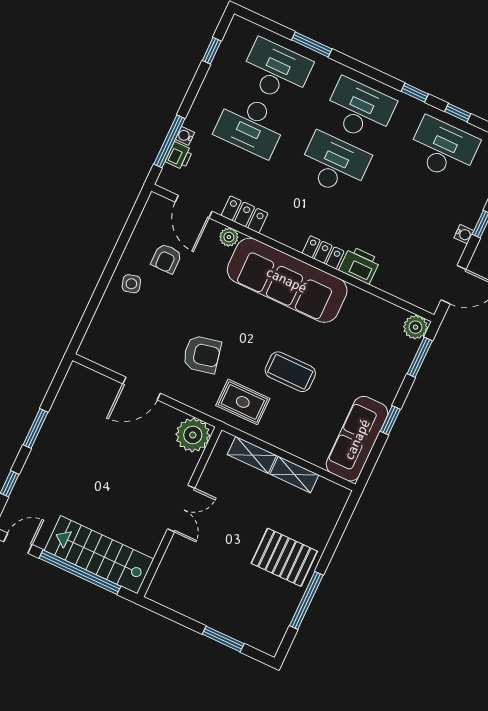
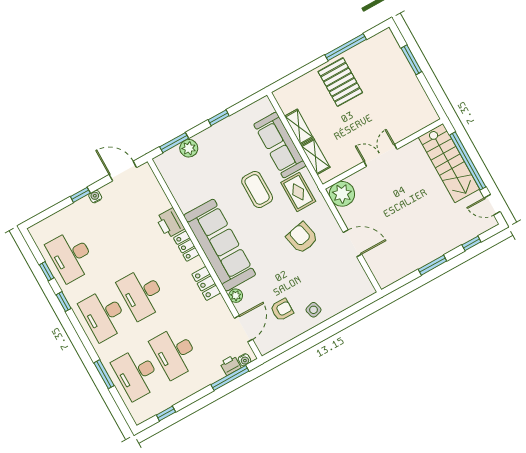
desk: (251, 125) -> (175, 353), turned 180
water cooler: (185, 136) -> (245, 360), moved
locker: (245, 214) -> (206, 283), moved
plant: (416, 327) -> (189, 148), moved
sofa: (357, 439) -> (280, 145), moved, turned 90

